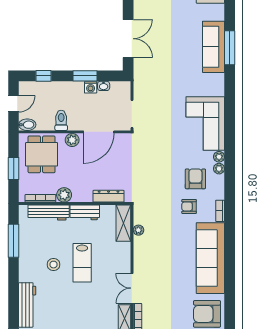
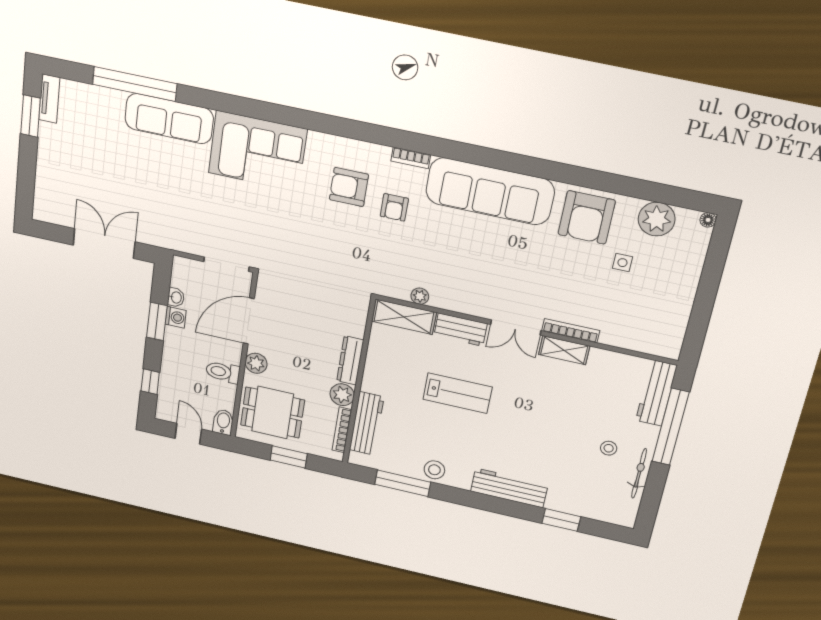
sofa: (213, 47) -> (169, 119), moved
window: (230, 48) -> (135, 84), width x1.46
door: (99, 132) -> (249, 321), swing flipped
plant: (219, 157) -> (317, 140), removed
plant: (219, 169) -> (338, 144), removed
dresser: (109, 196) -> (350, 360), moved
workbench: (85, 212) -> (460, 330), moved, turned 90
stool: (54, 265) -> (434, 470), moved

